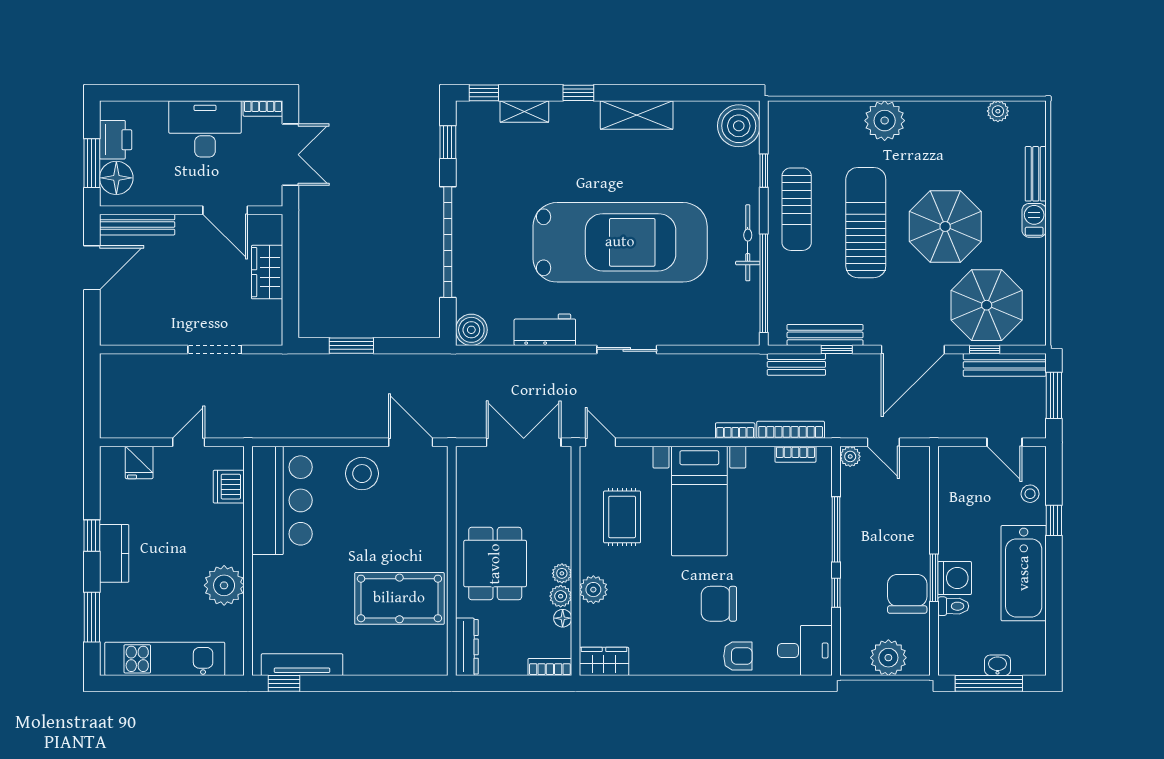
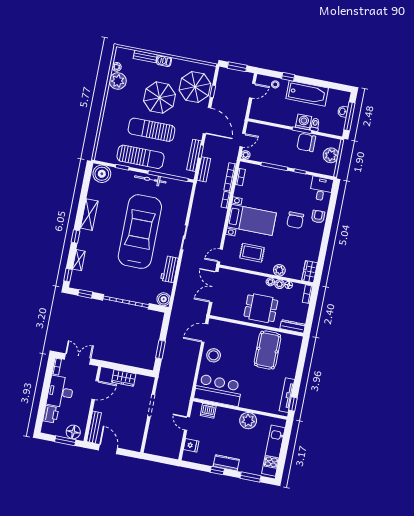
plant: (885, 121) -> (118, 81), moved
printer: (116, 140) -> (51, 414), moved, turned 90
sun lounger: (797, 209) -> (140, 157), width x1.36, depth x1.34
bench: (1005, 365) -> (221, 84), removed

